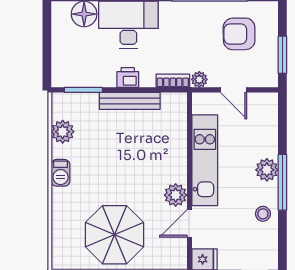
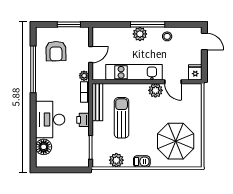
bench: (130, 101) -> (97, 102), moved
sun lounger: (131, 140) -> (122, 118), added
parasol: (114, 235) -> (176, 141), moved

